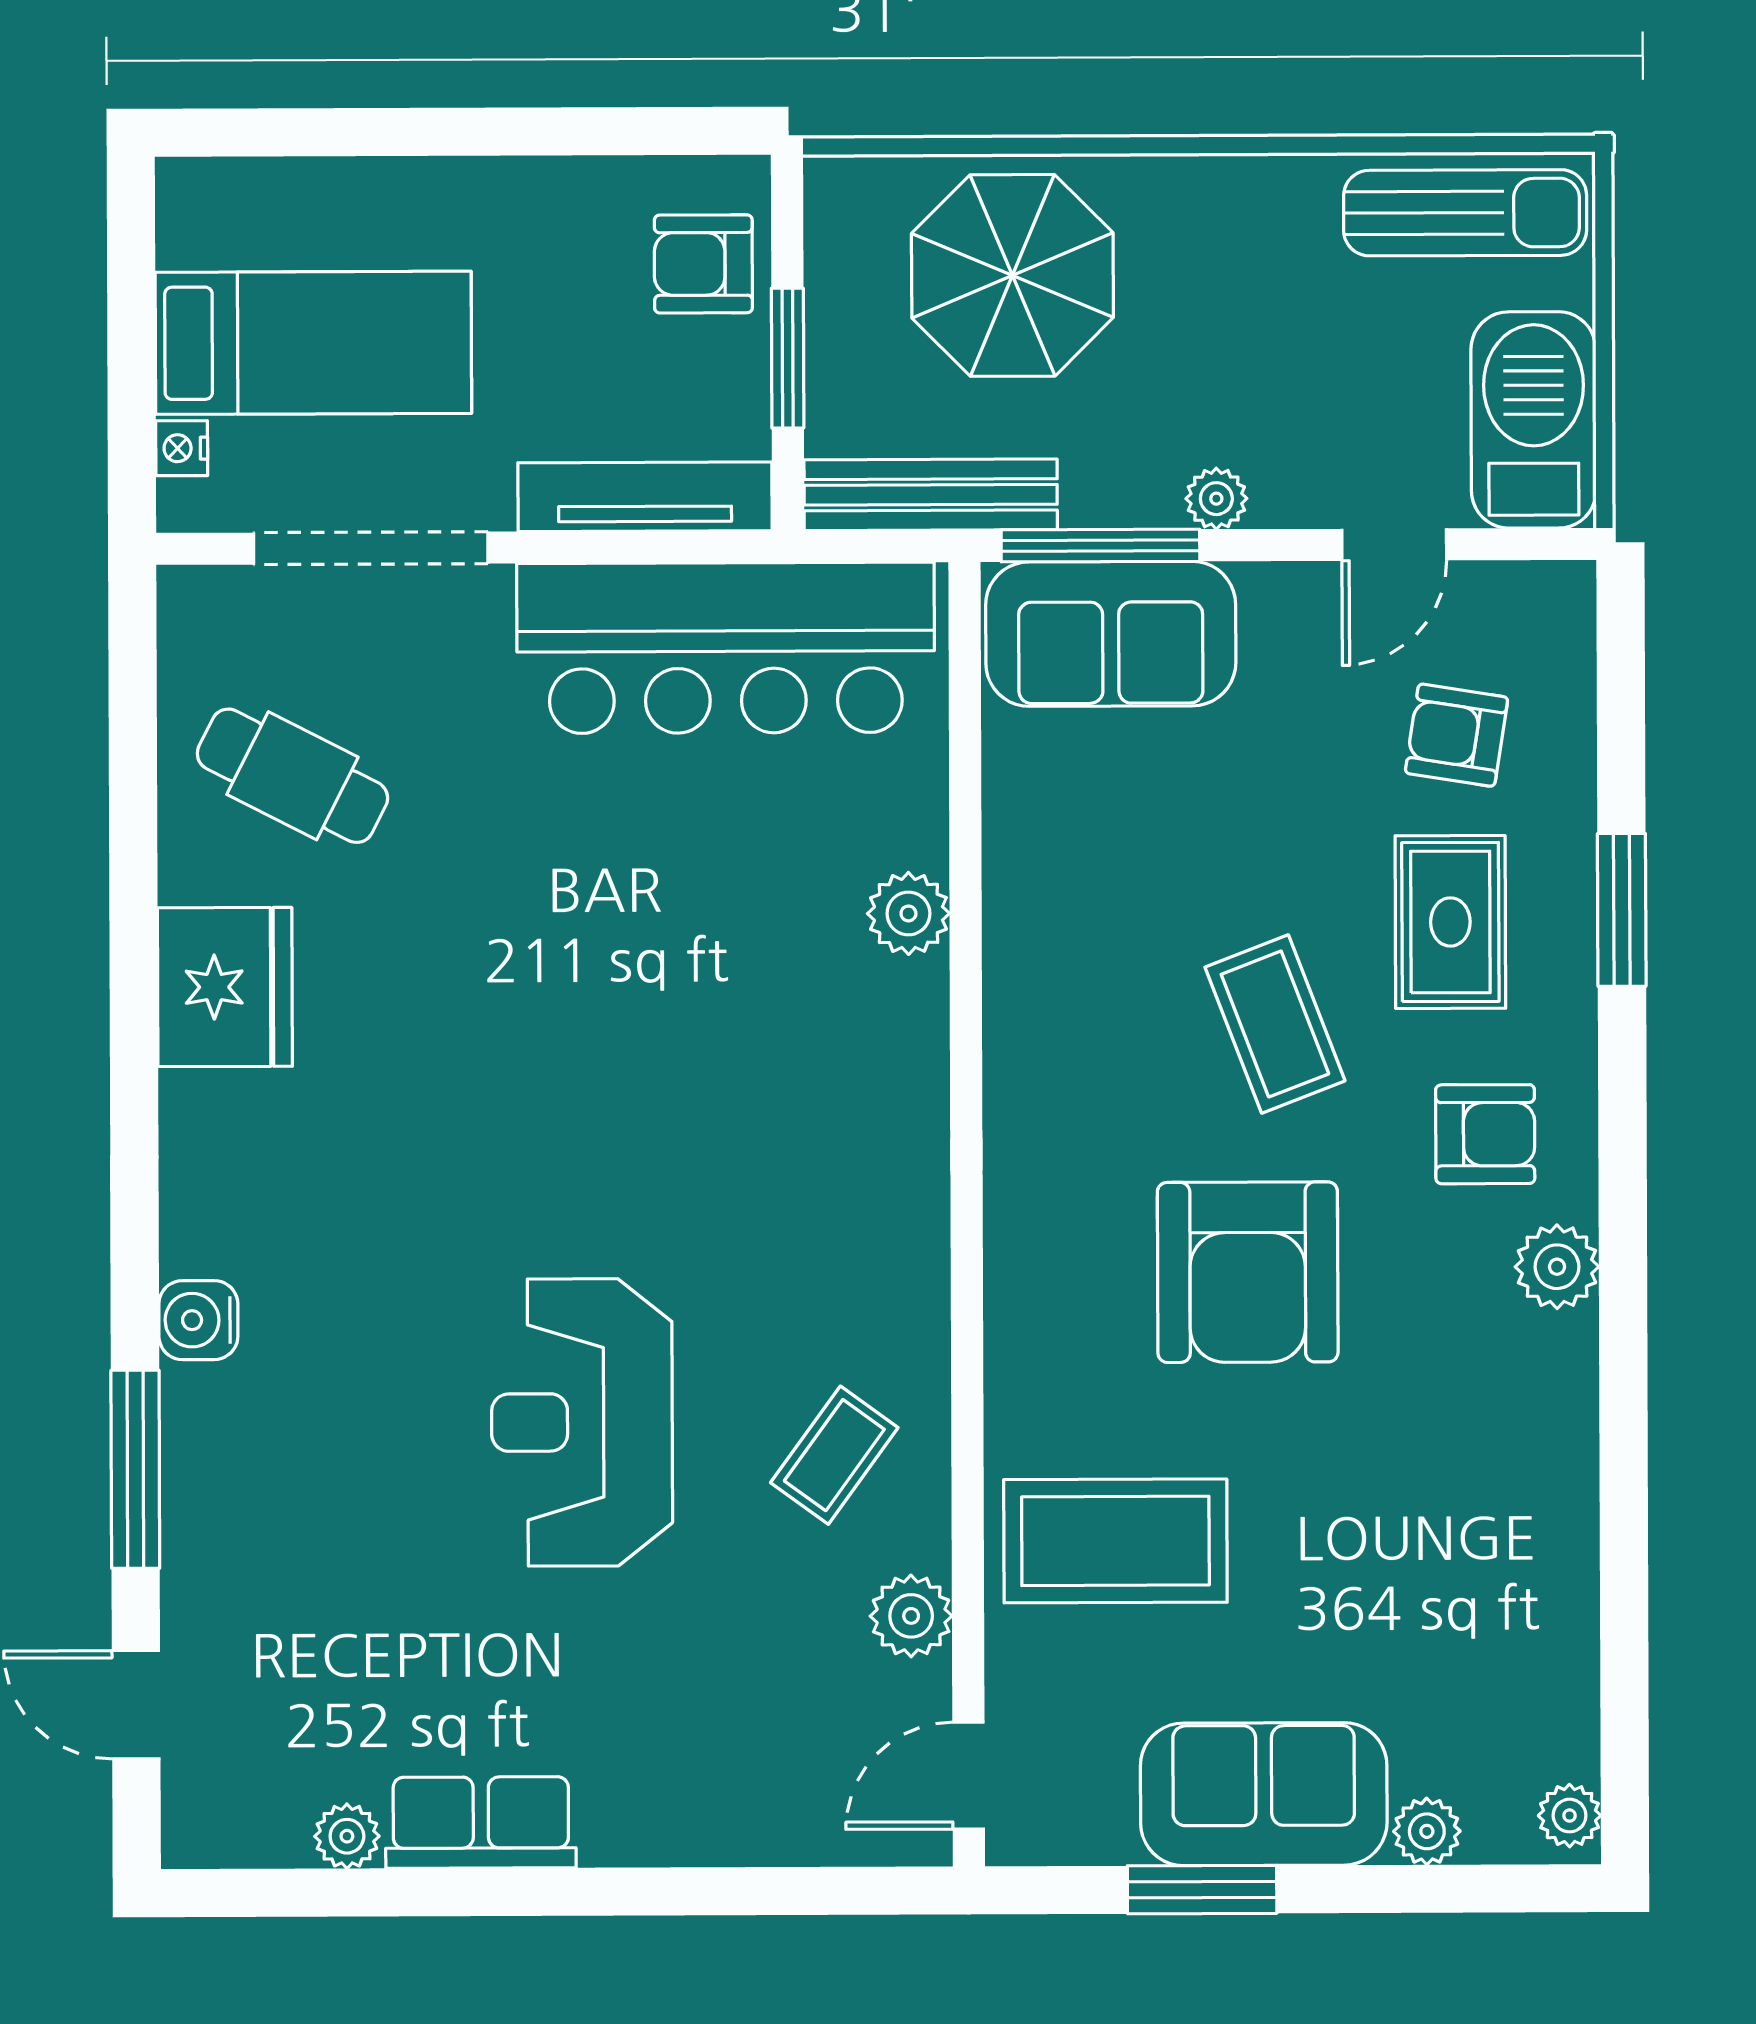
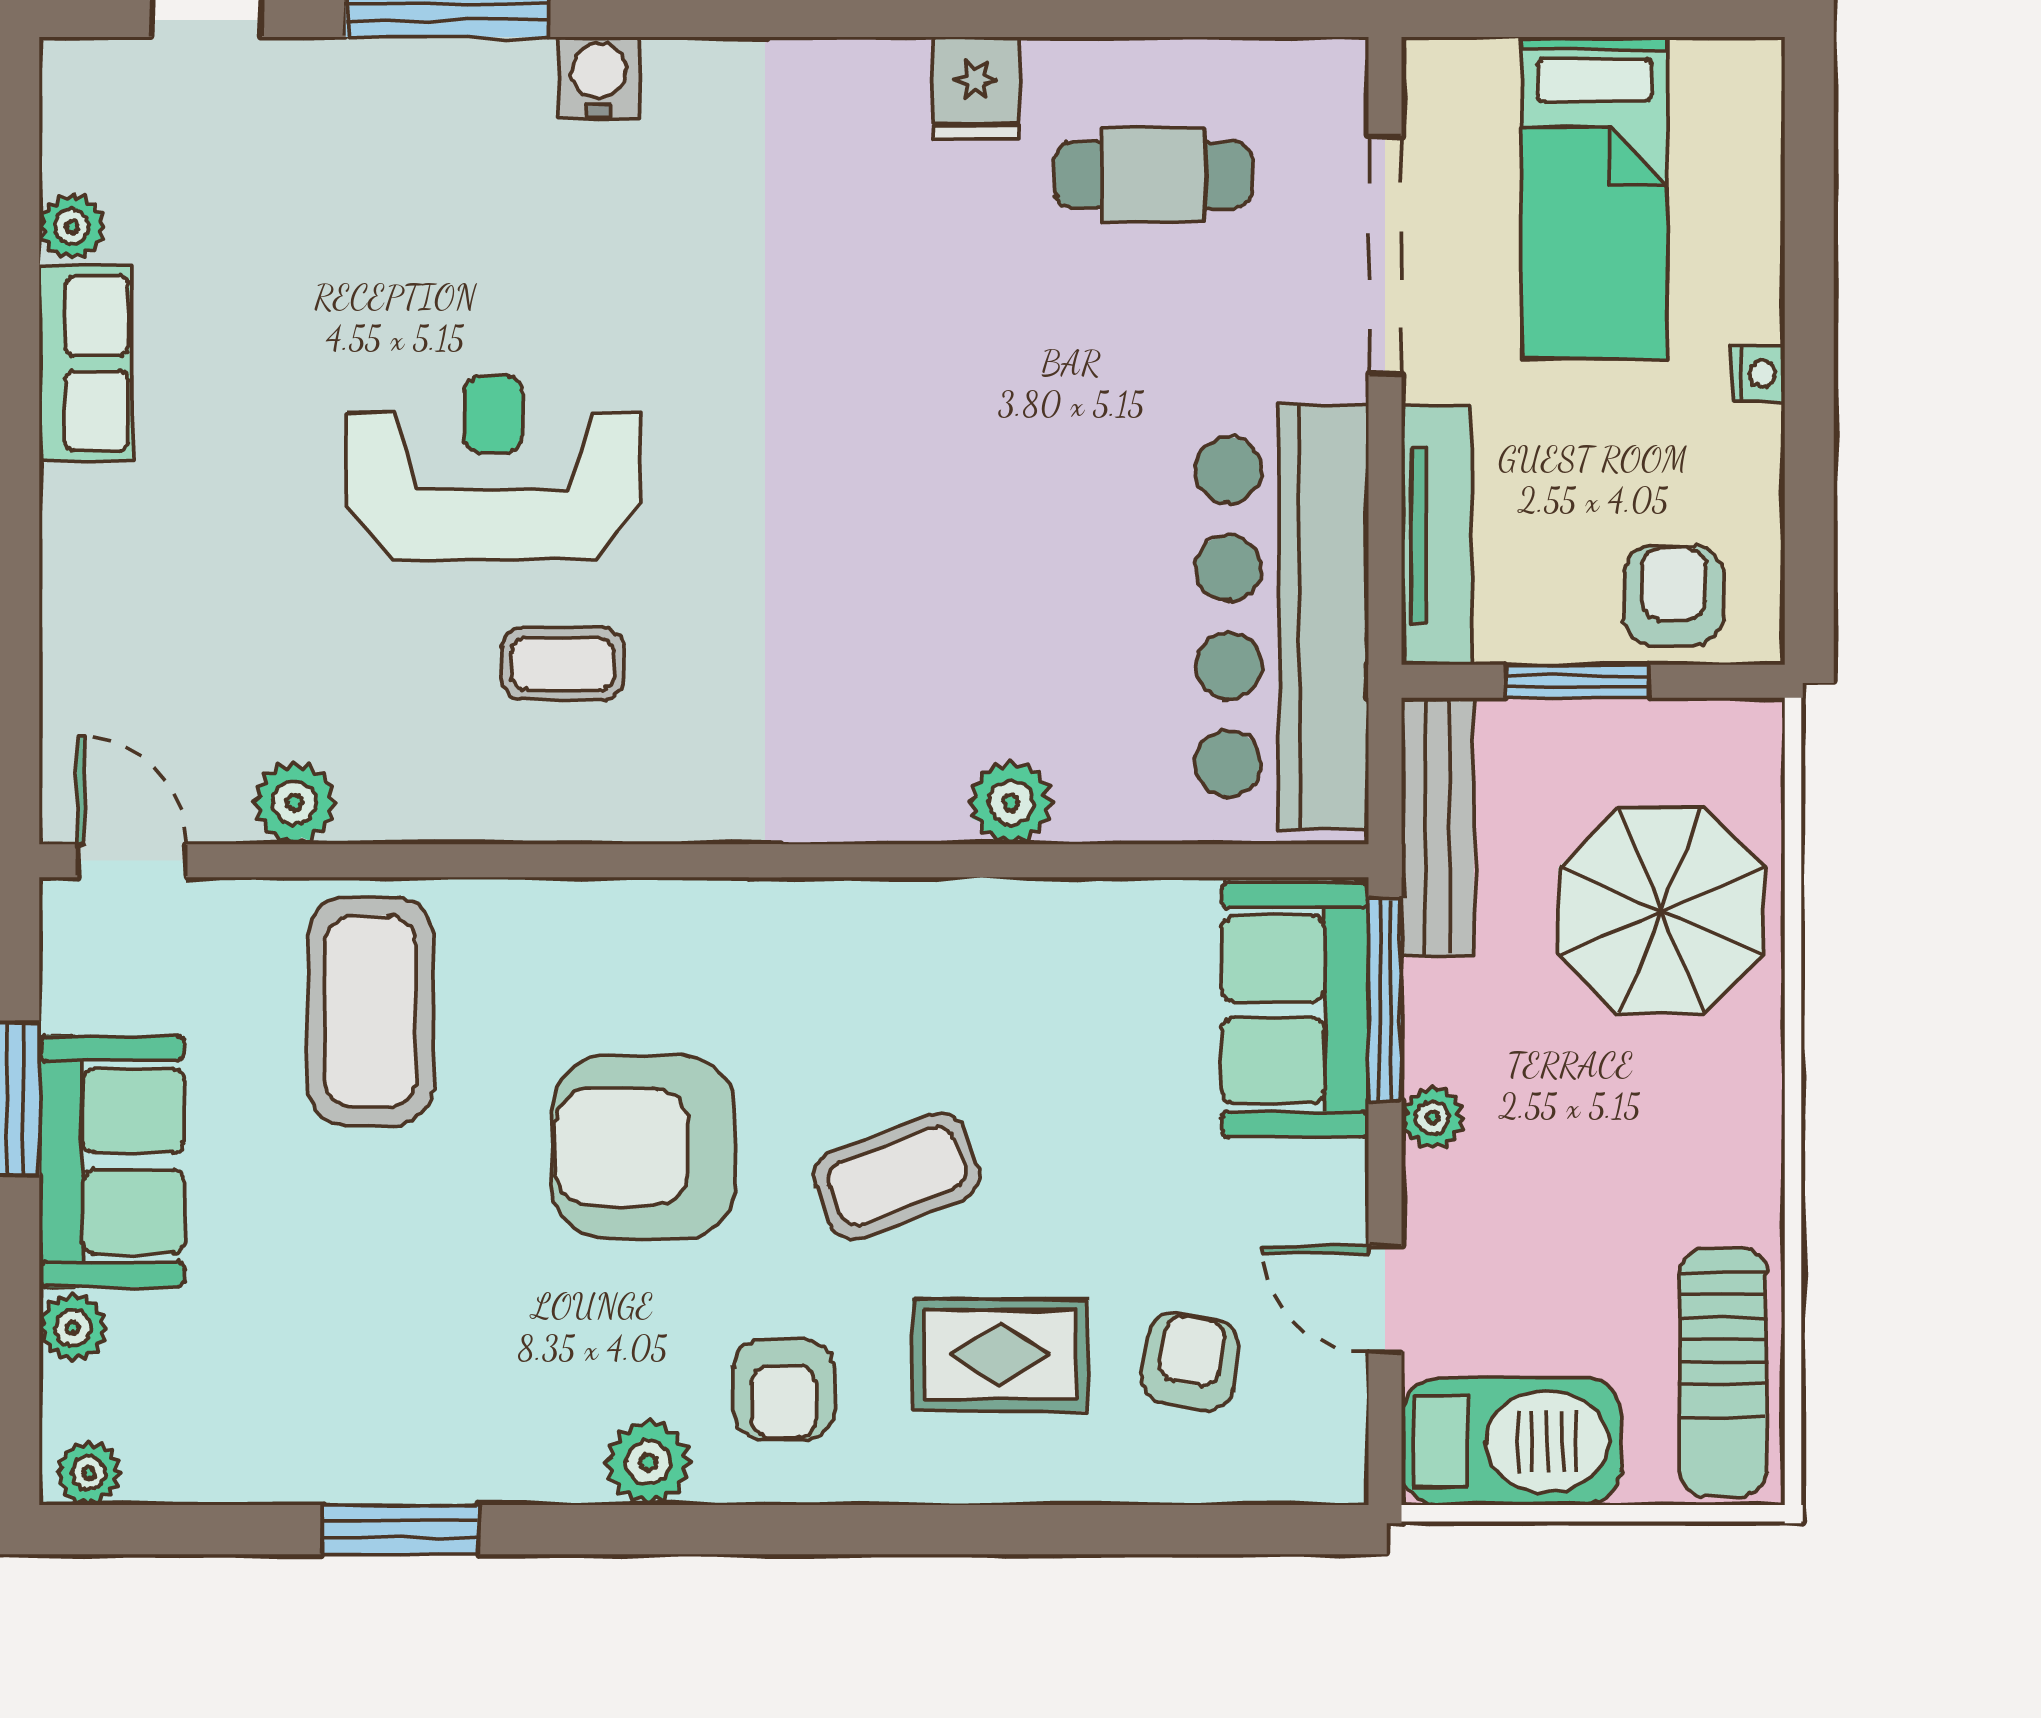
nightstand: (182, 448) -> (1758, 374), moved, turned 90
cafe table: (292, 776) -> (1153, 175), turned 63
window: (1622, 910) -> (400, 1530), moved
fridge: (225, 987) -> (976, 88), width x0.53, depth x0.75
coffee table: (834, 1455) -> (563, 664), moved, turned -36

